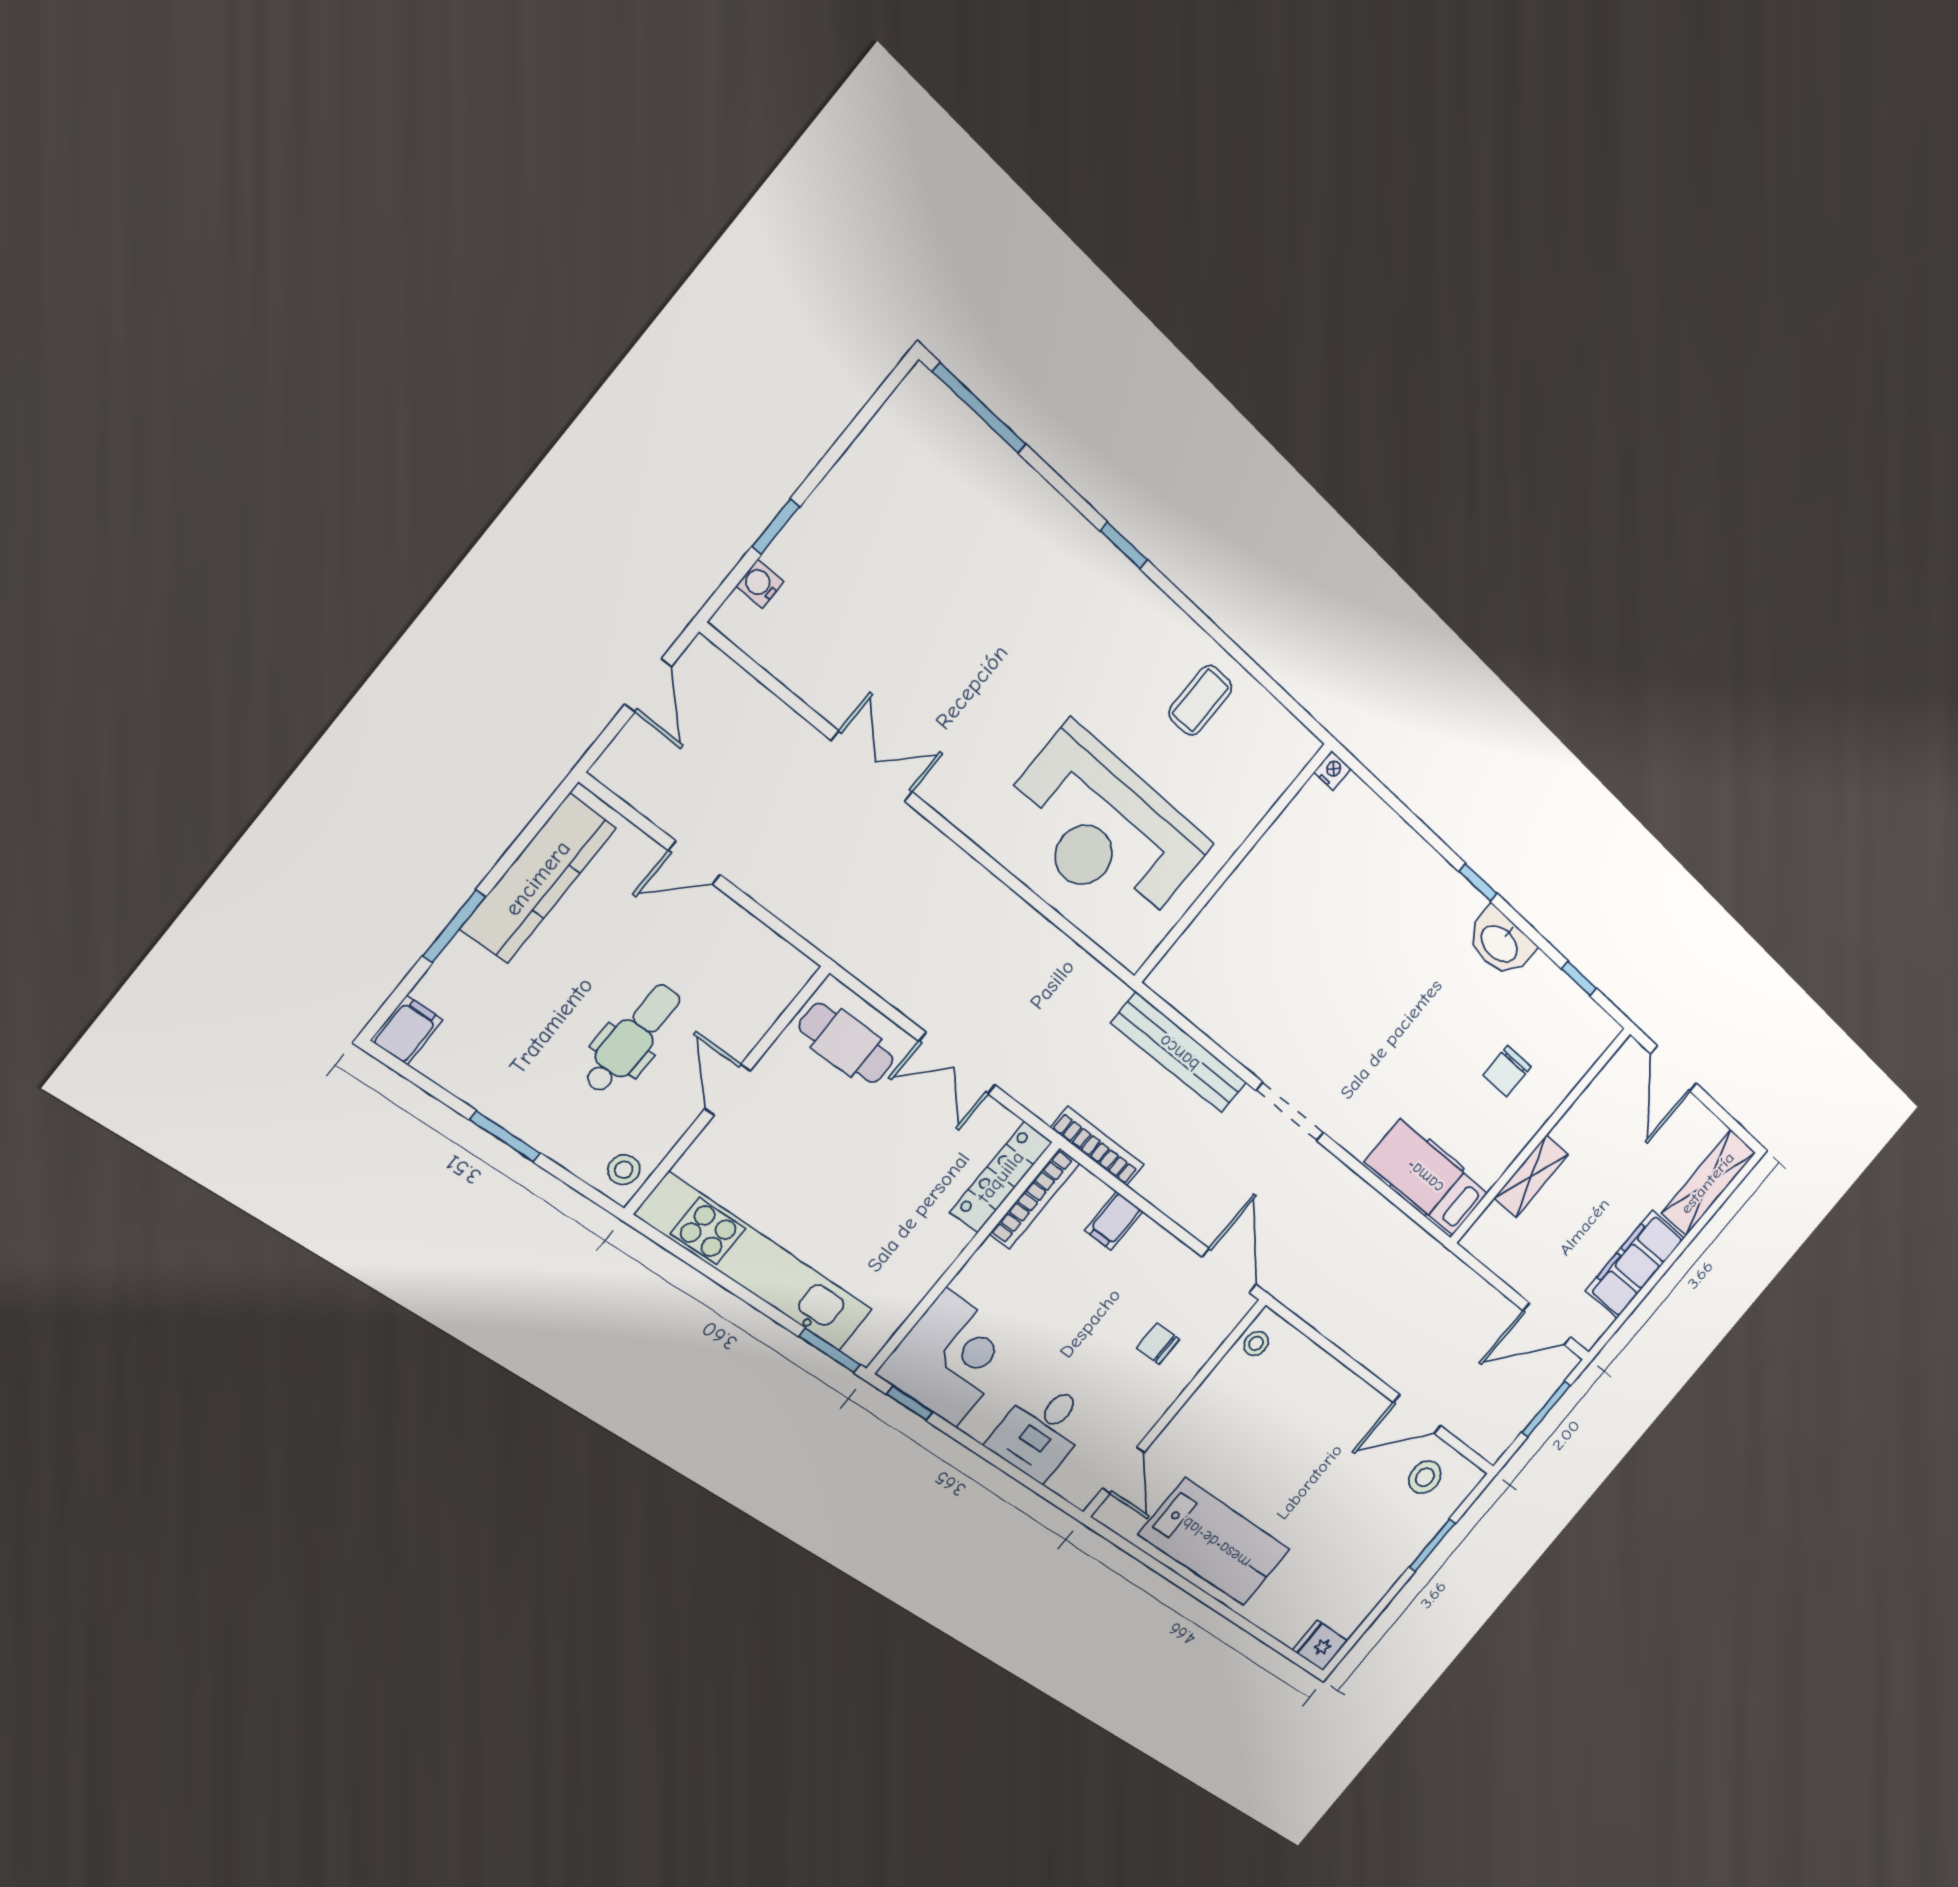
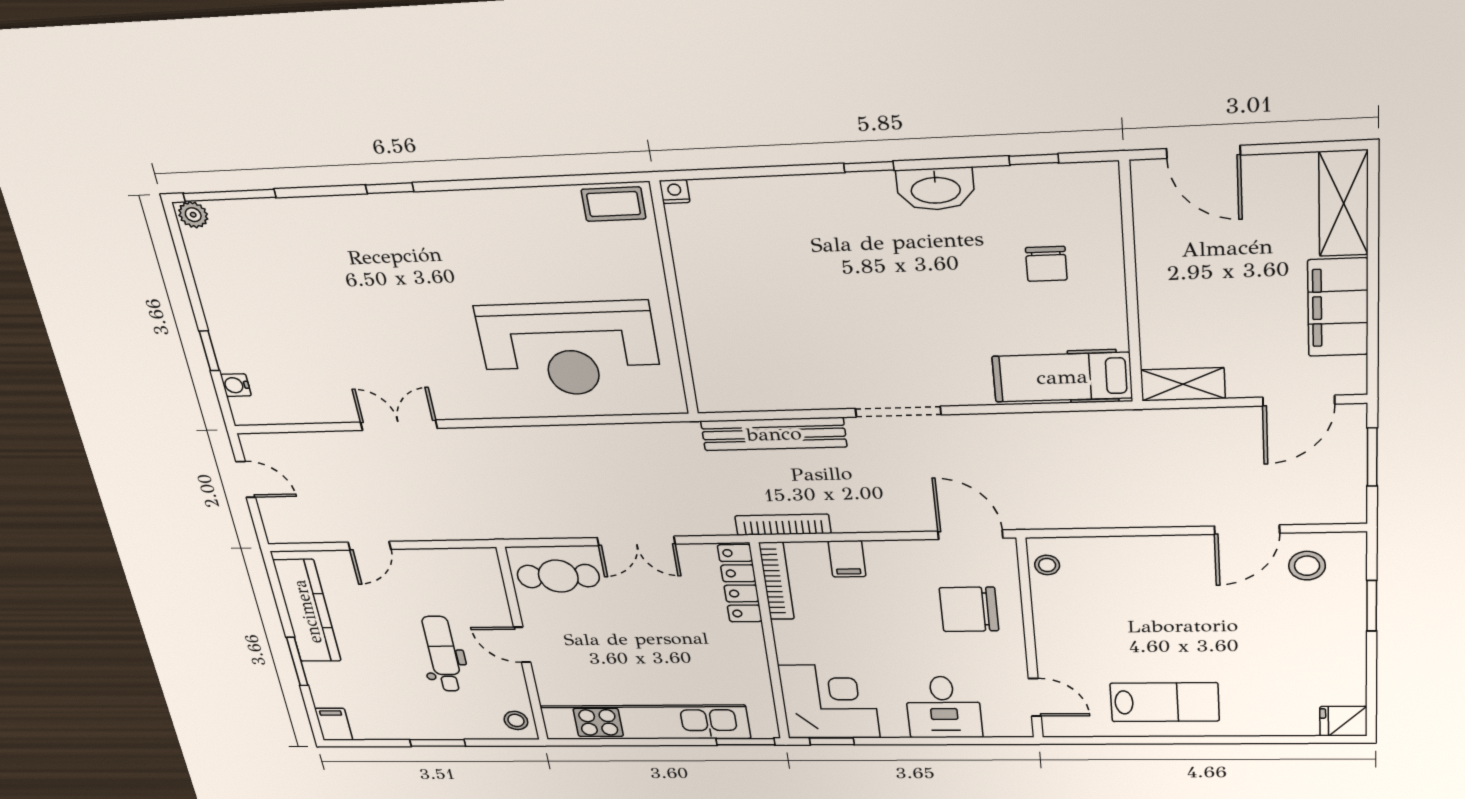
plant: (924, 390) -> (193, 215), added
coffee table: (1200, 700) -> (614, 204), moved, turned 90
shelving: (1531, 1176) -> (1183, 384), moved, turned 90
chair: (1158, 1344) -> (969, 609), width x1.87, depth x1.87
lab bench: (1215, 1542) -> (1165, 702), width x0.73, depth x0.72

